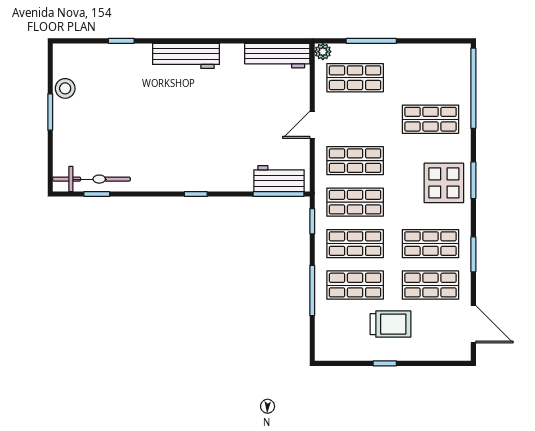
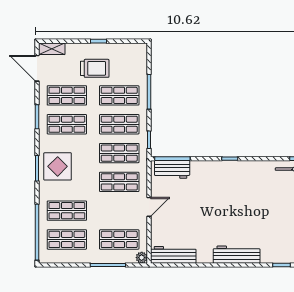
shop shelf: (430, 78) -> (67, 239), added
trolley: (390, 324) -> (95, 68), turned 180
shelving: (452, 352) -> (52, 49), added

